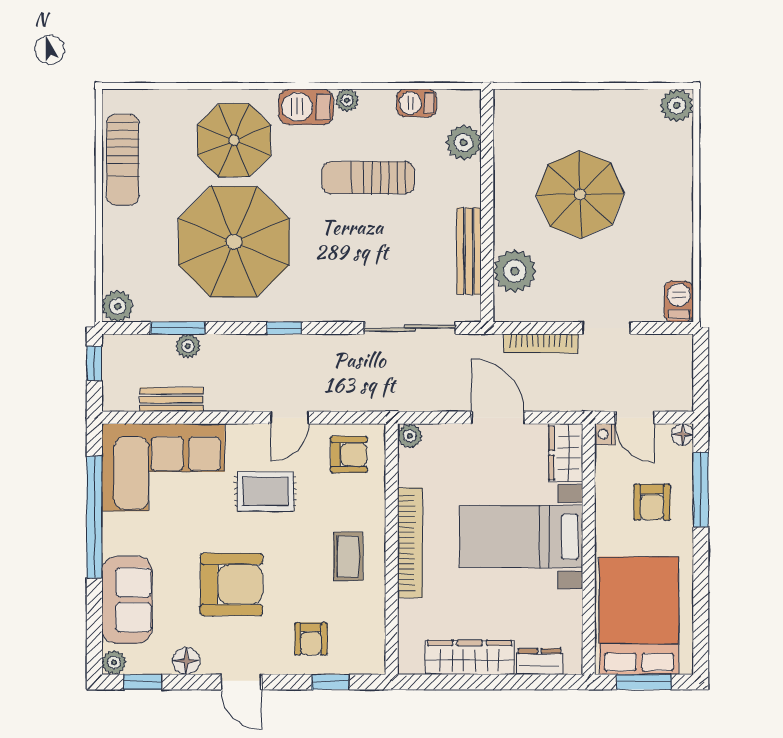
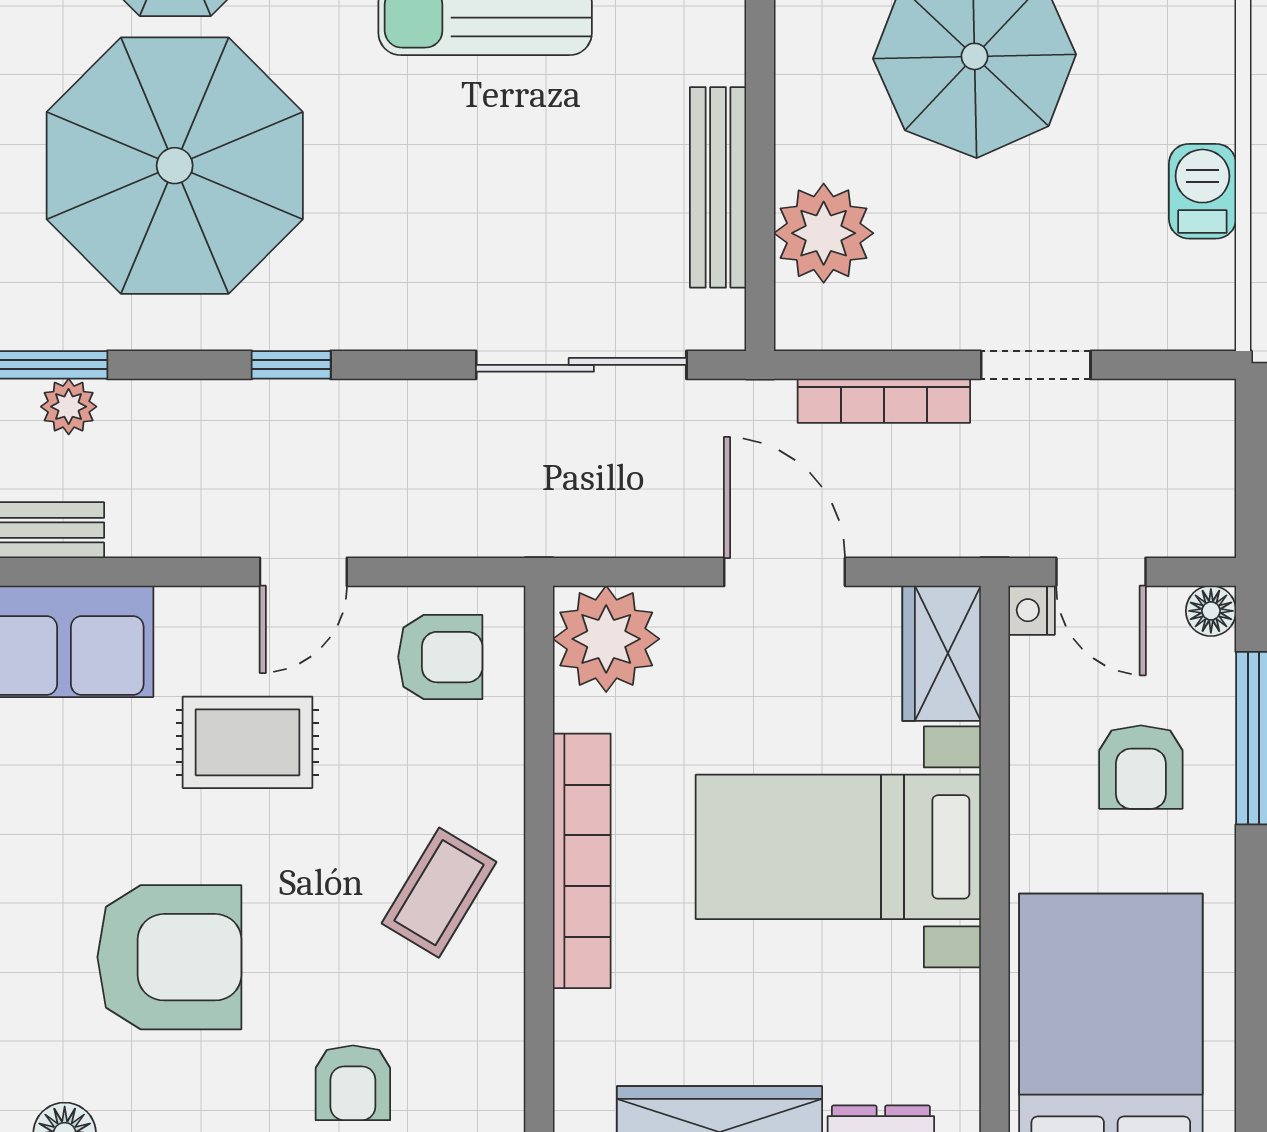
barbecue: (679, 301) -> (1202, 191), moved
plant: (410, 436) -> (606, 639), width x1.87, depth x1.87
coffee table: (348, 556) -> (439, 893), turned 31

